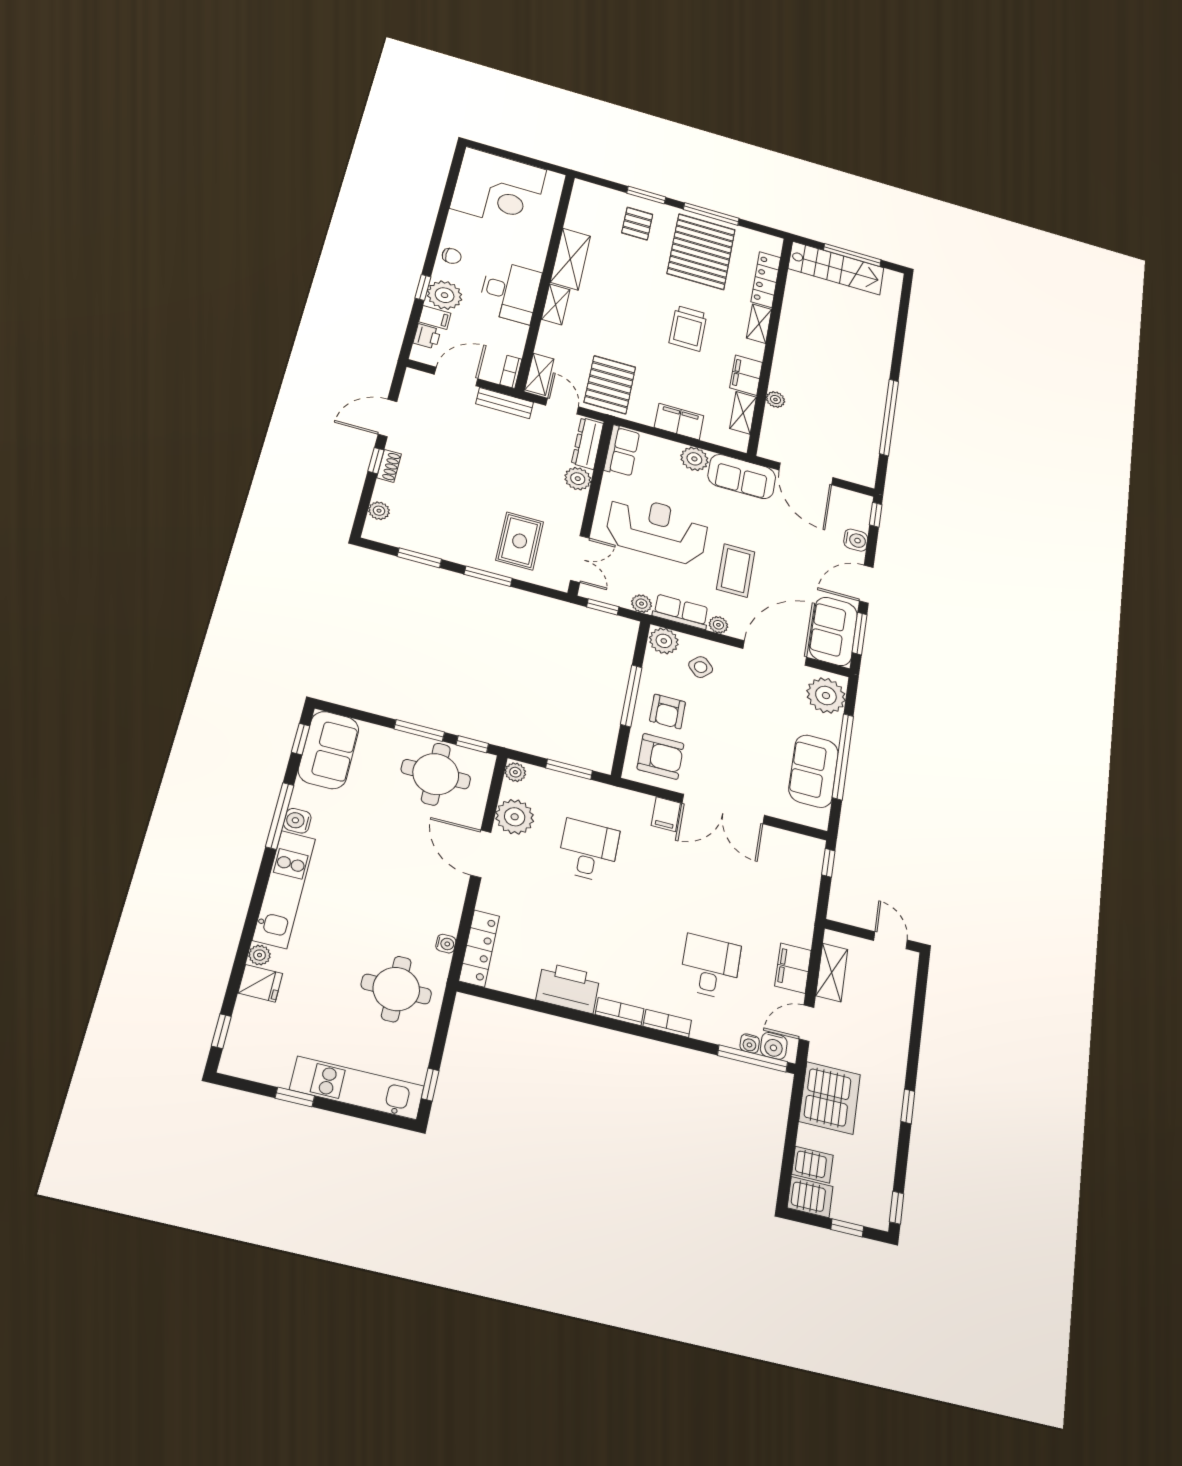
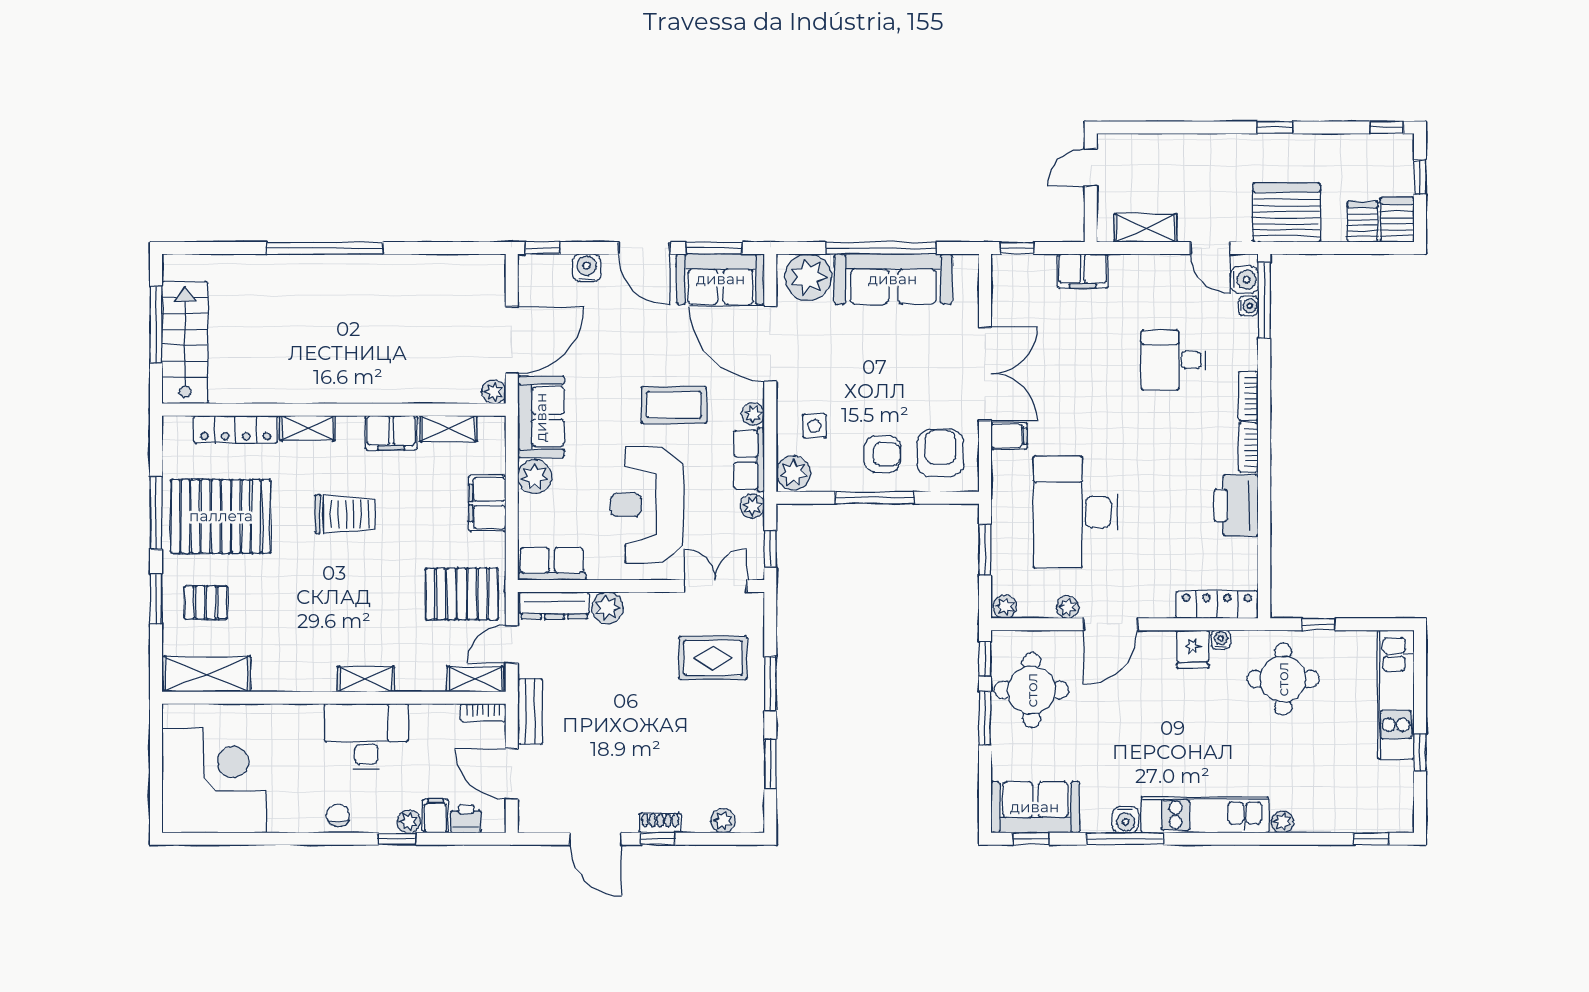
shelving: (570, 259) -> (206, 674), moved
plant: (445, 295) -> (409, 821), width x0.53, depth x0.53
plant: (775, 400) -> (494, 392), moved
window: (889, 417) -> (325, 248), moved
side table: (701, 667) -> (814, 426), turned 45
sofa: (814, 771) -> (893, 279), width x1.36
plant: (515, 817) -> (1068, 607), width x0.53, depth x0.53
desk: (588, 851) -> (1075, 512), width x1.87, depth x1.30
filing cabinet: (793, 968) -> (1083, 271), moved
fridge: (260, 983) -> (1193, 649), moved, turned 180
window: (430, 1085) -> (1318, 624), moved

